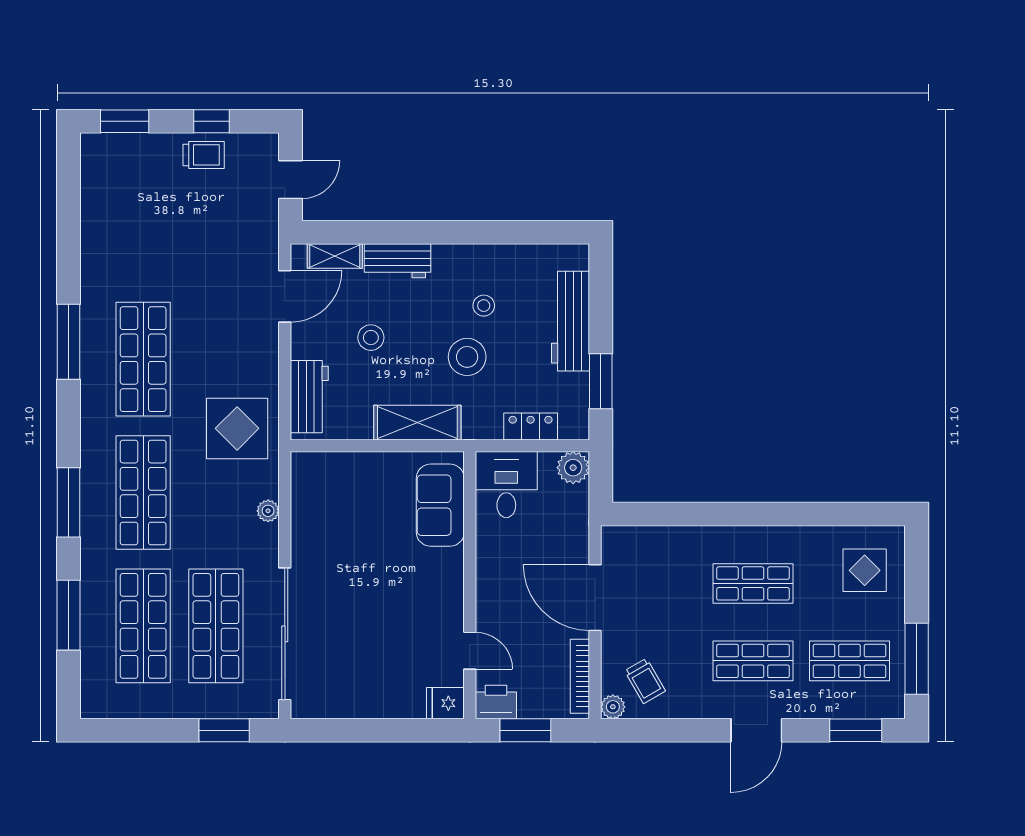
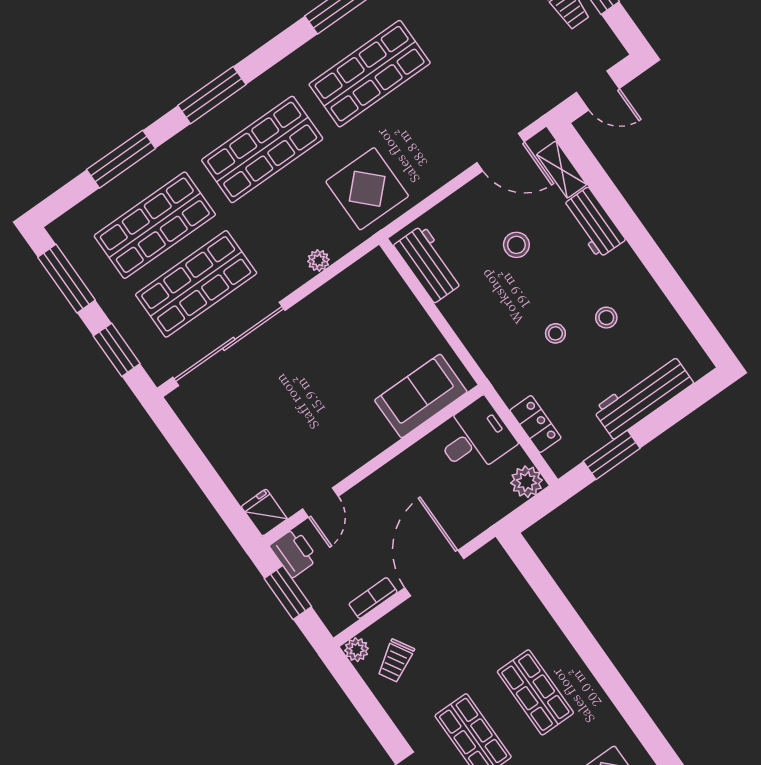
stool: (467, 357) -> (555, 333), width x0.53, depth x0.53
workbench: (309, 397) -> (429, 264), moved, turned -90
shelving: (417, 423) -> (474, 331), removed
bookcase: (580, 676) -> (373, 598), width x0.64
window: (136, 730) -> (66, 279), added

